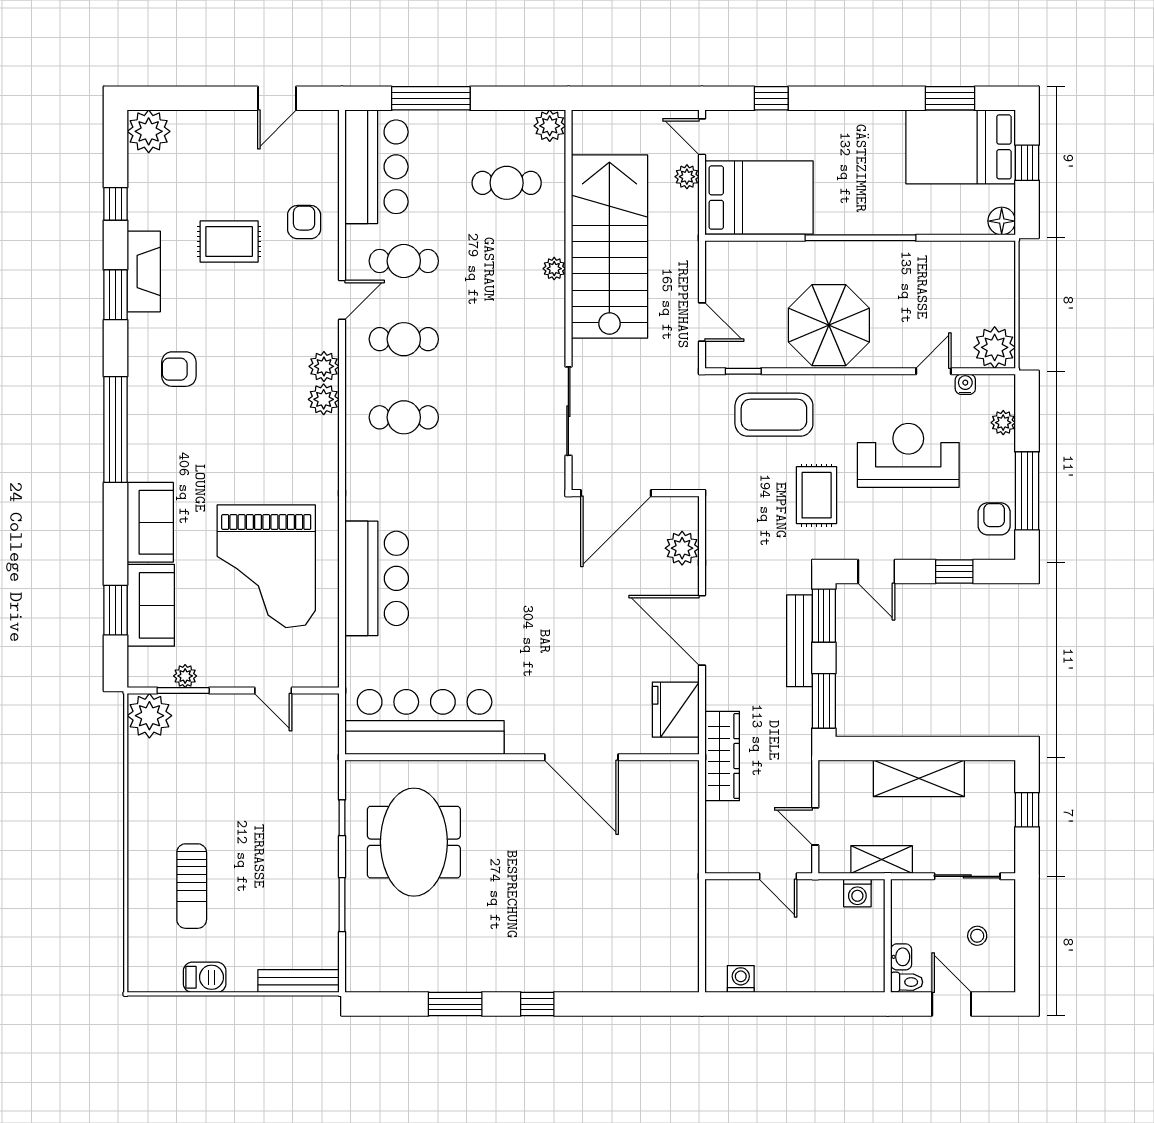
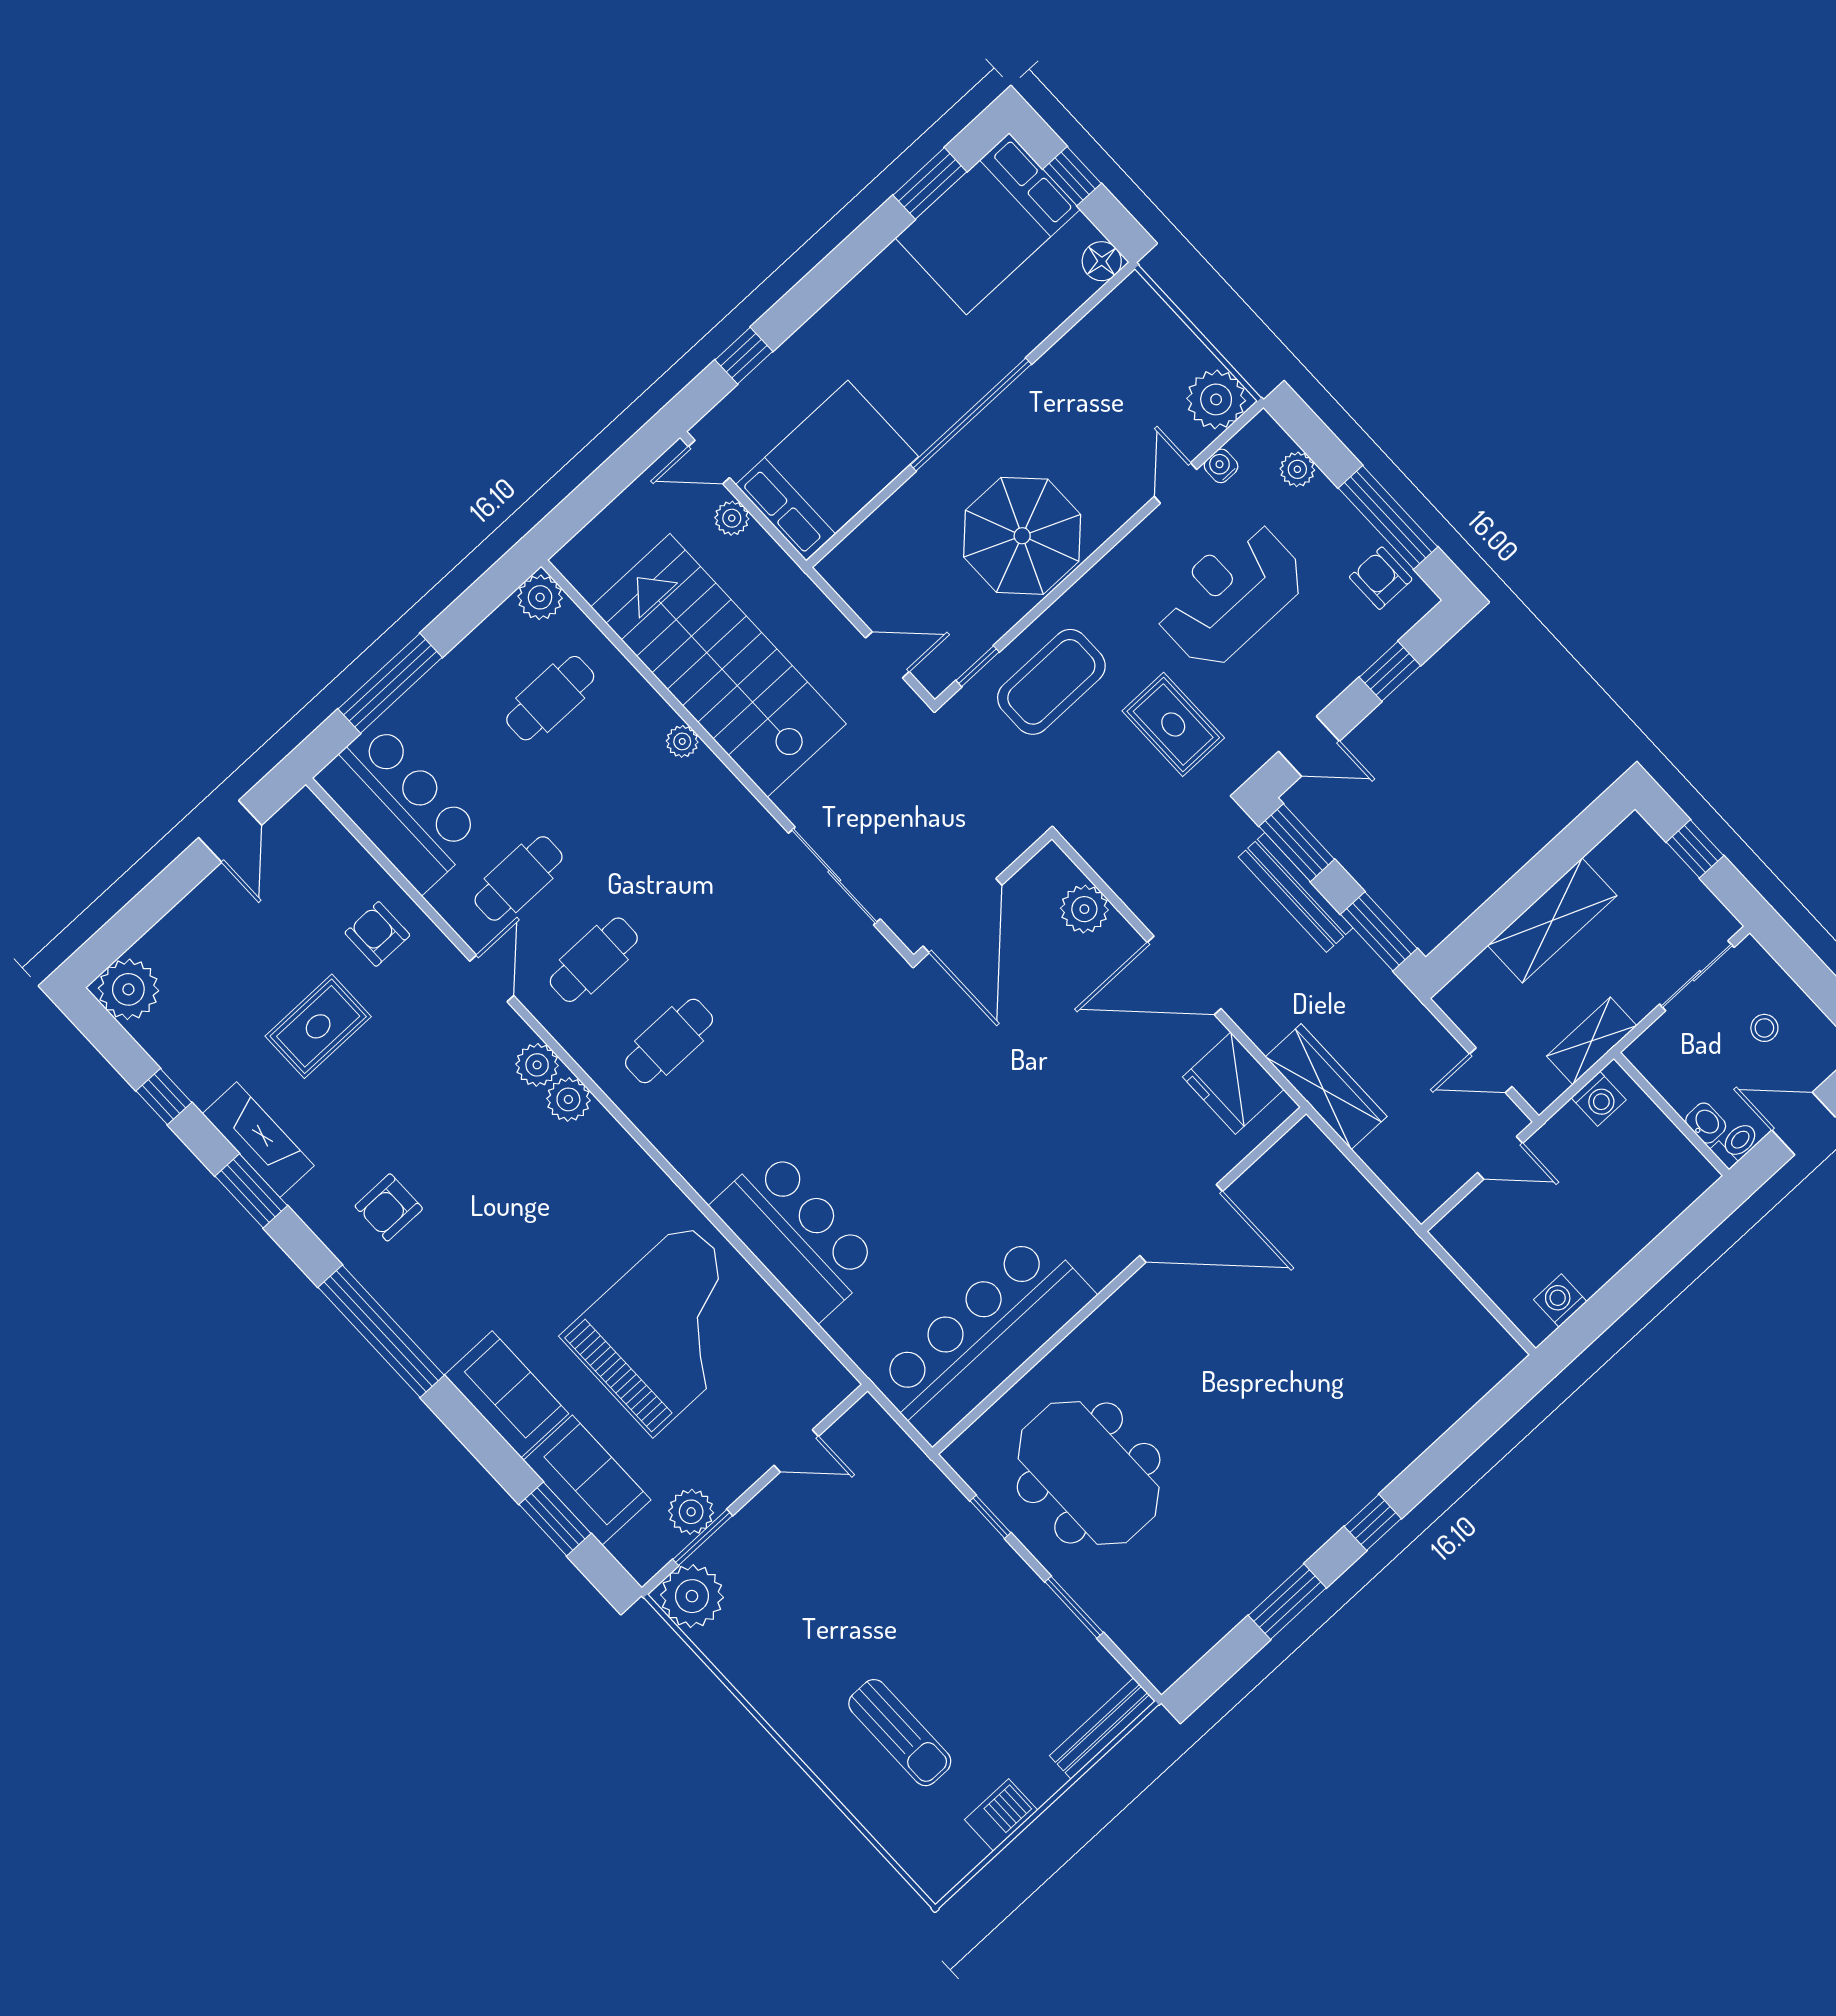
grand piano: (266, 566) -> (669, 1328), turned -90
plant: (185, 676) -> (691, 1512), width x1.38, depth x1.38

